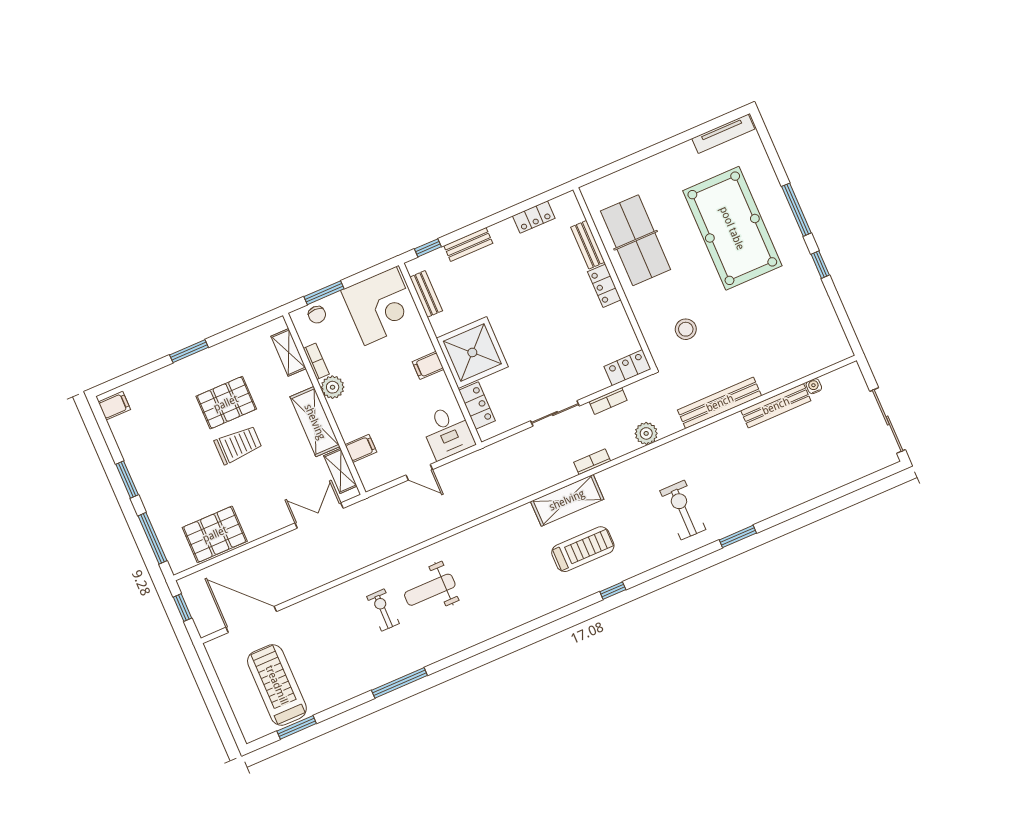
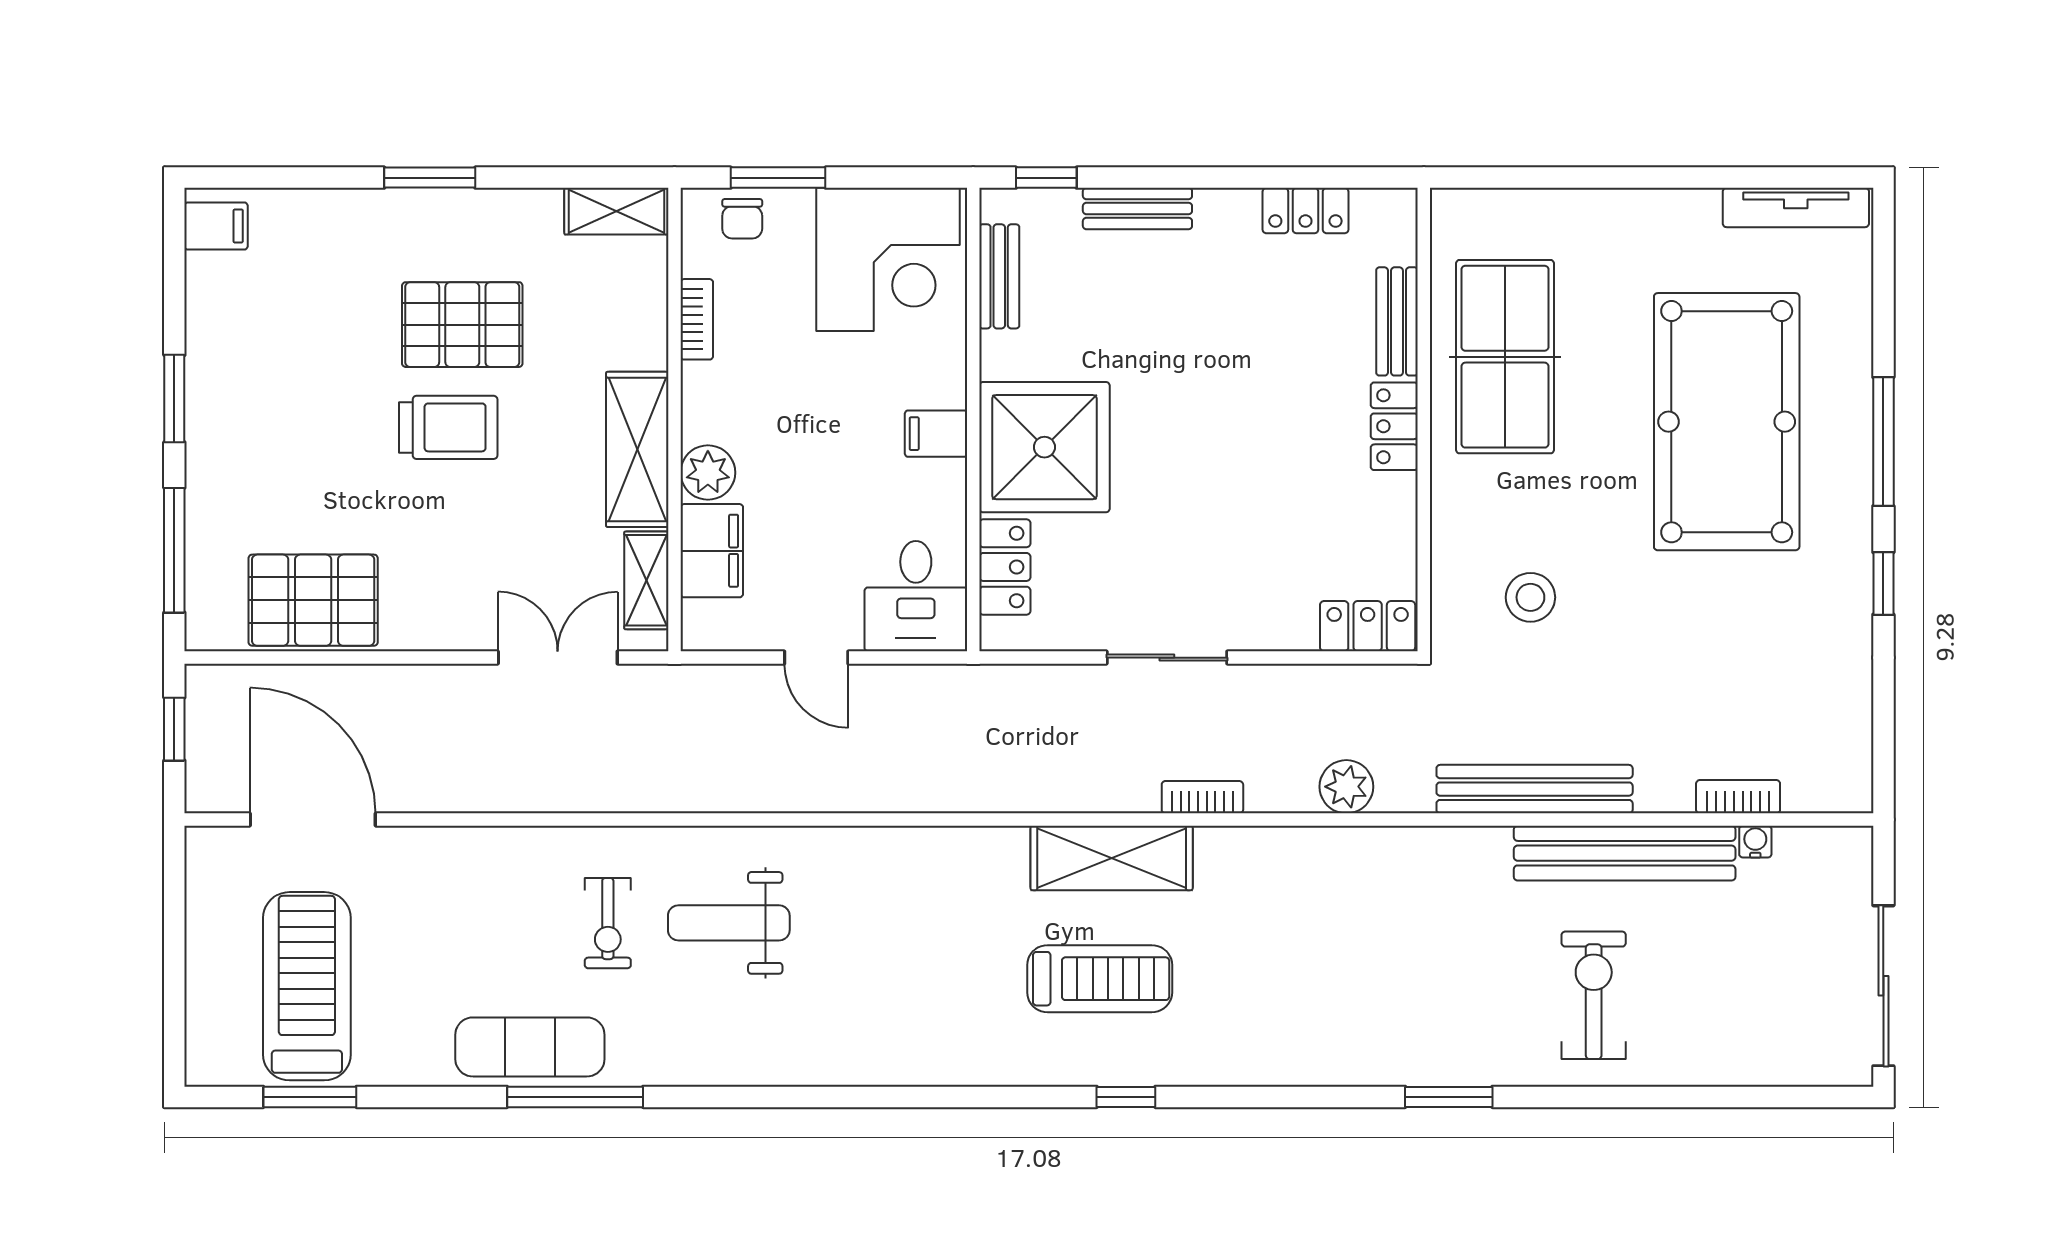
shelving: (289, 352) -> (616, 211), moved, turned 90
plant: (333, 387) -> (708, 473), moved
bookcase: (608, 401) -> (1738, 797), moved, turned 180
bench: (776, 406) -> (1625, 853), width x1.37, depth x1.21
filing cabinet: (361, 448) -> (712, 551), width x2.00
exercise bike: (683, 510) -> (1594, 995), moved
exercise bike: (383, 610) -> (608, 923), turned 180
exercise mat: (374, 671) -> (530, 1047), added

